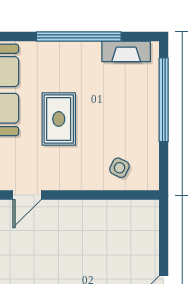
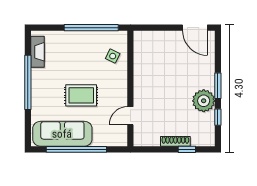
window: (164, 100) -> (91, 28), moved
door: (27, 195) -> (130, 116), swing flipped

